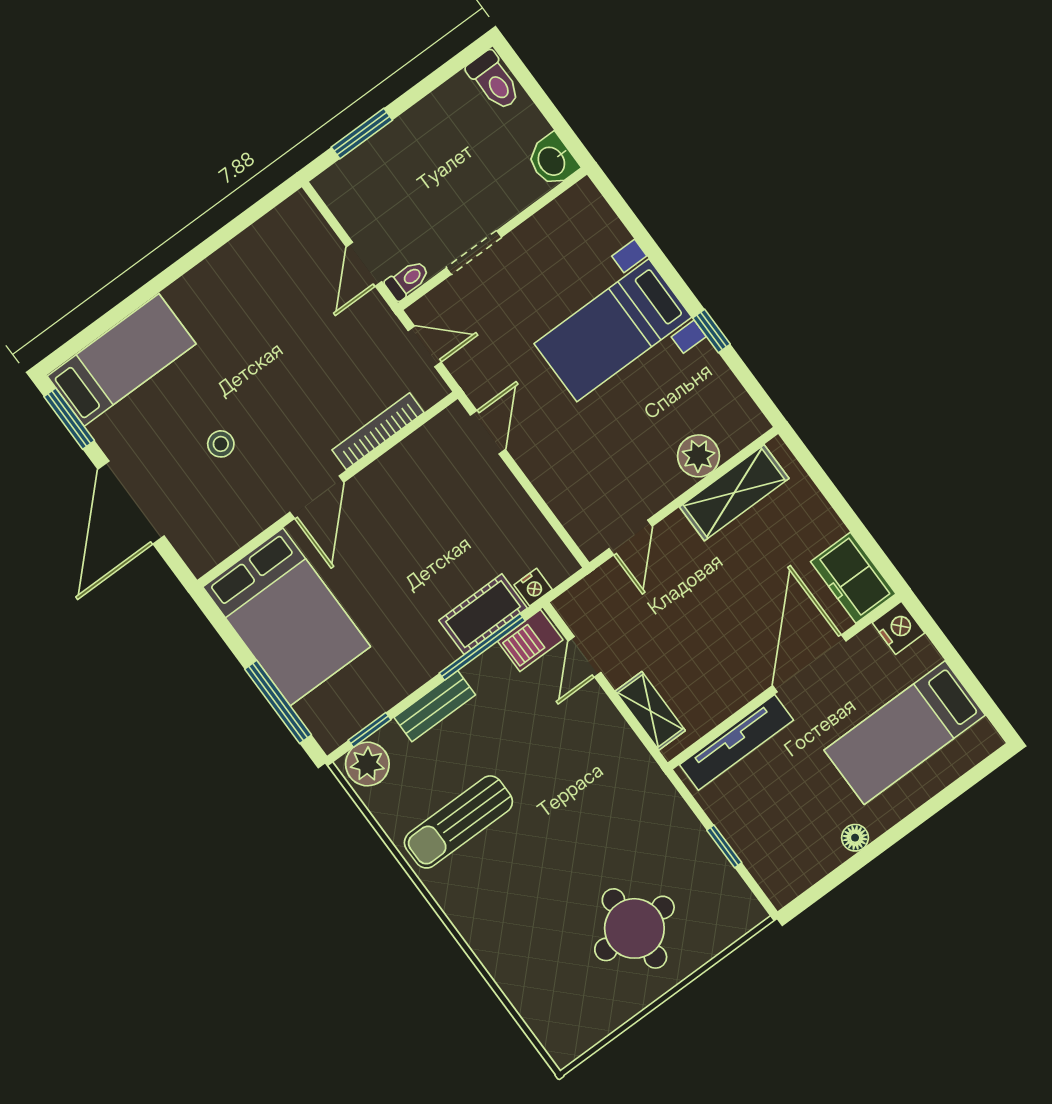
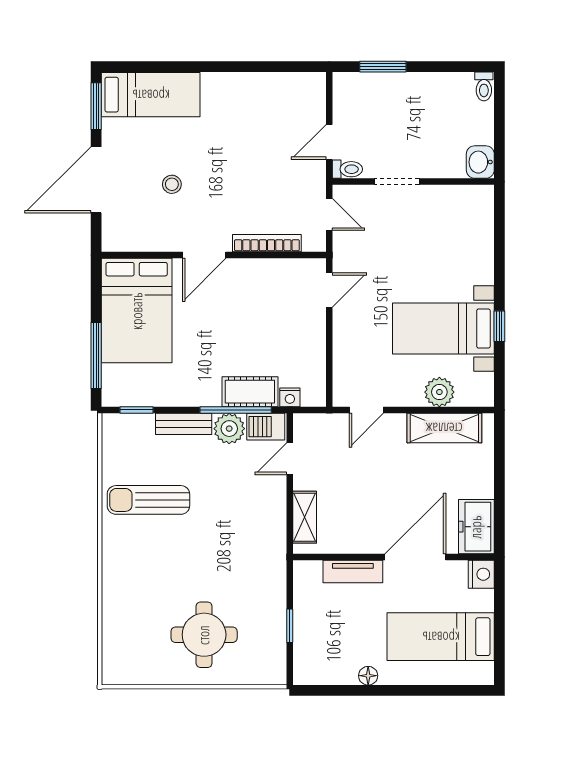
toilet: (494, 81) -> (484, 86), width x0.73, depth x0.72
bed with nightstands: (613, 330) -> (443, 329), moved
tv unit: (737, 742) -> (353, 572), width x0.71
plant: (367, 764) -> (229, 429), moved

